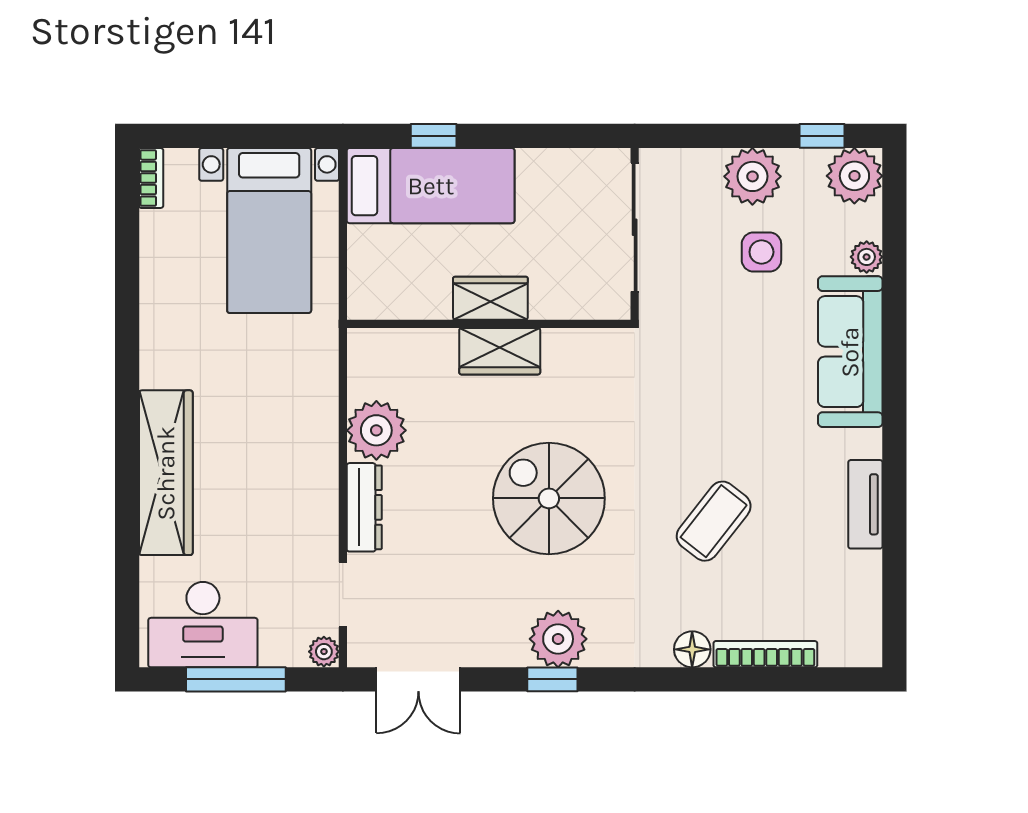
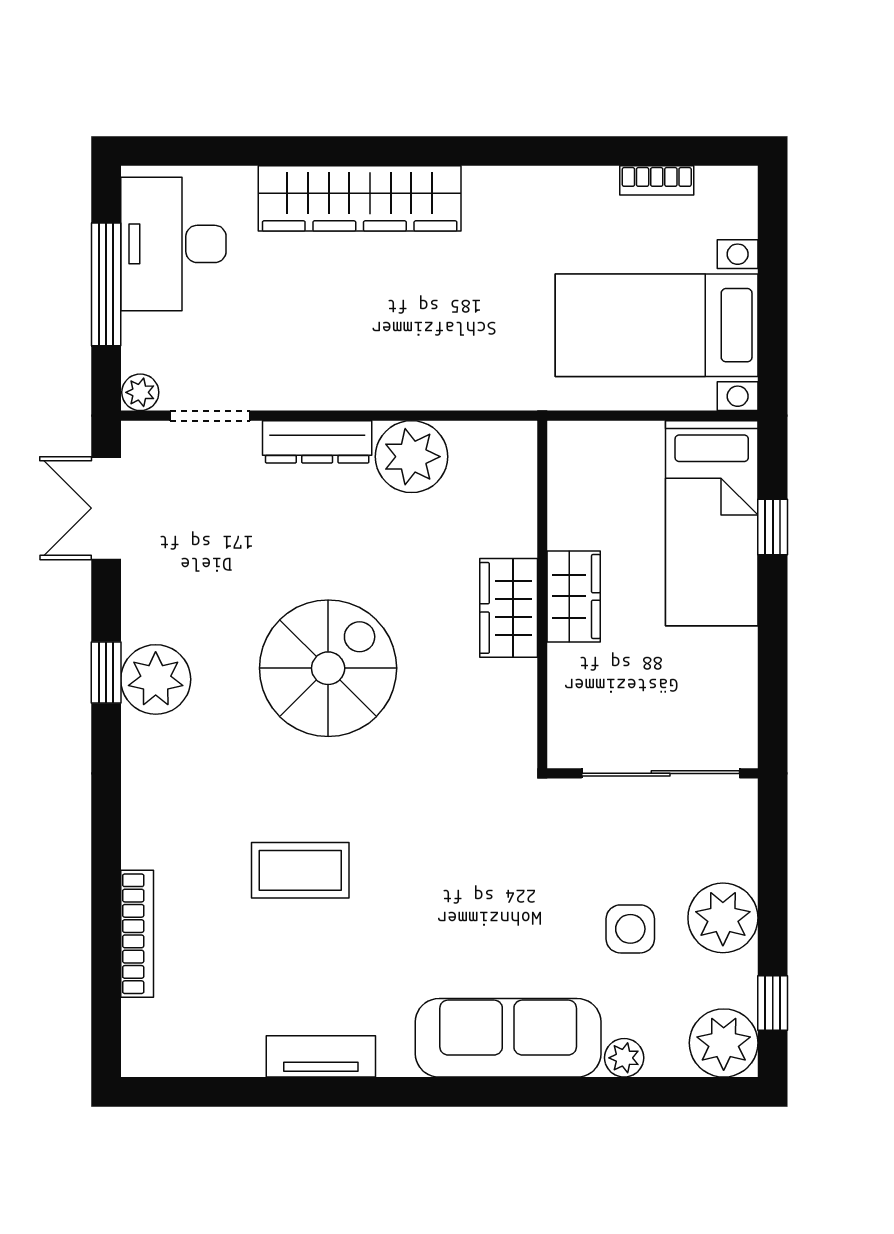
bookcase: (151, 178) -> (657, 180), moved
coffee table: (714, 521) -> (300, 870), turned -38
floor lamp: (692, 649) -> (143, 844), removed

